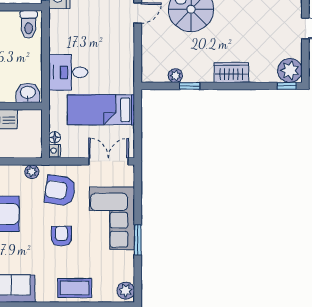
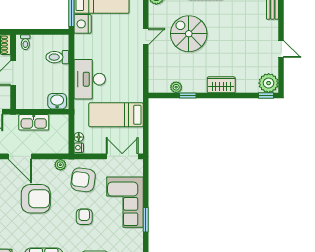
toilet: (29, 24) -> (57, 57), moved, turned 90
desk: (68, 72) -> (90, 79), width x1.37

